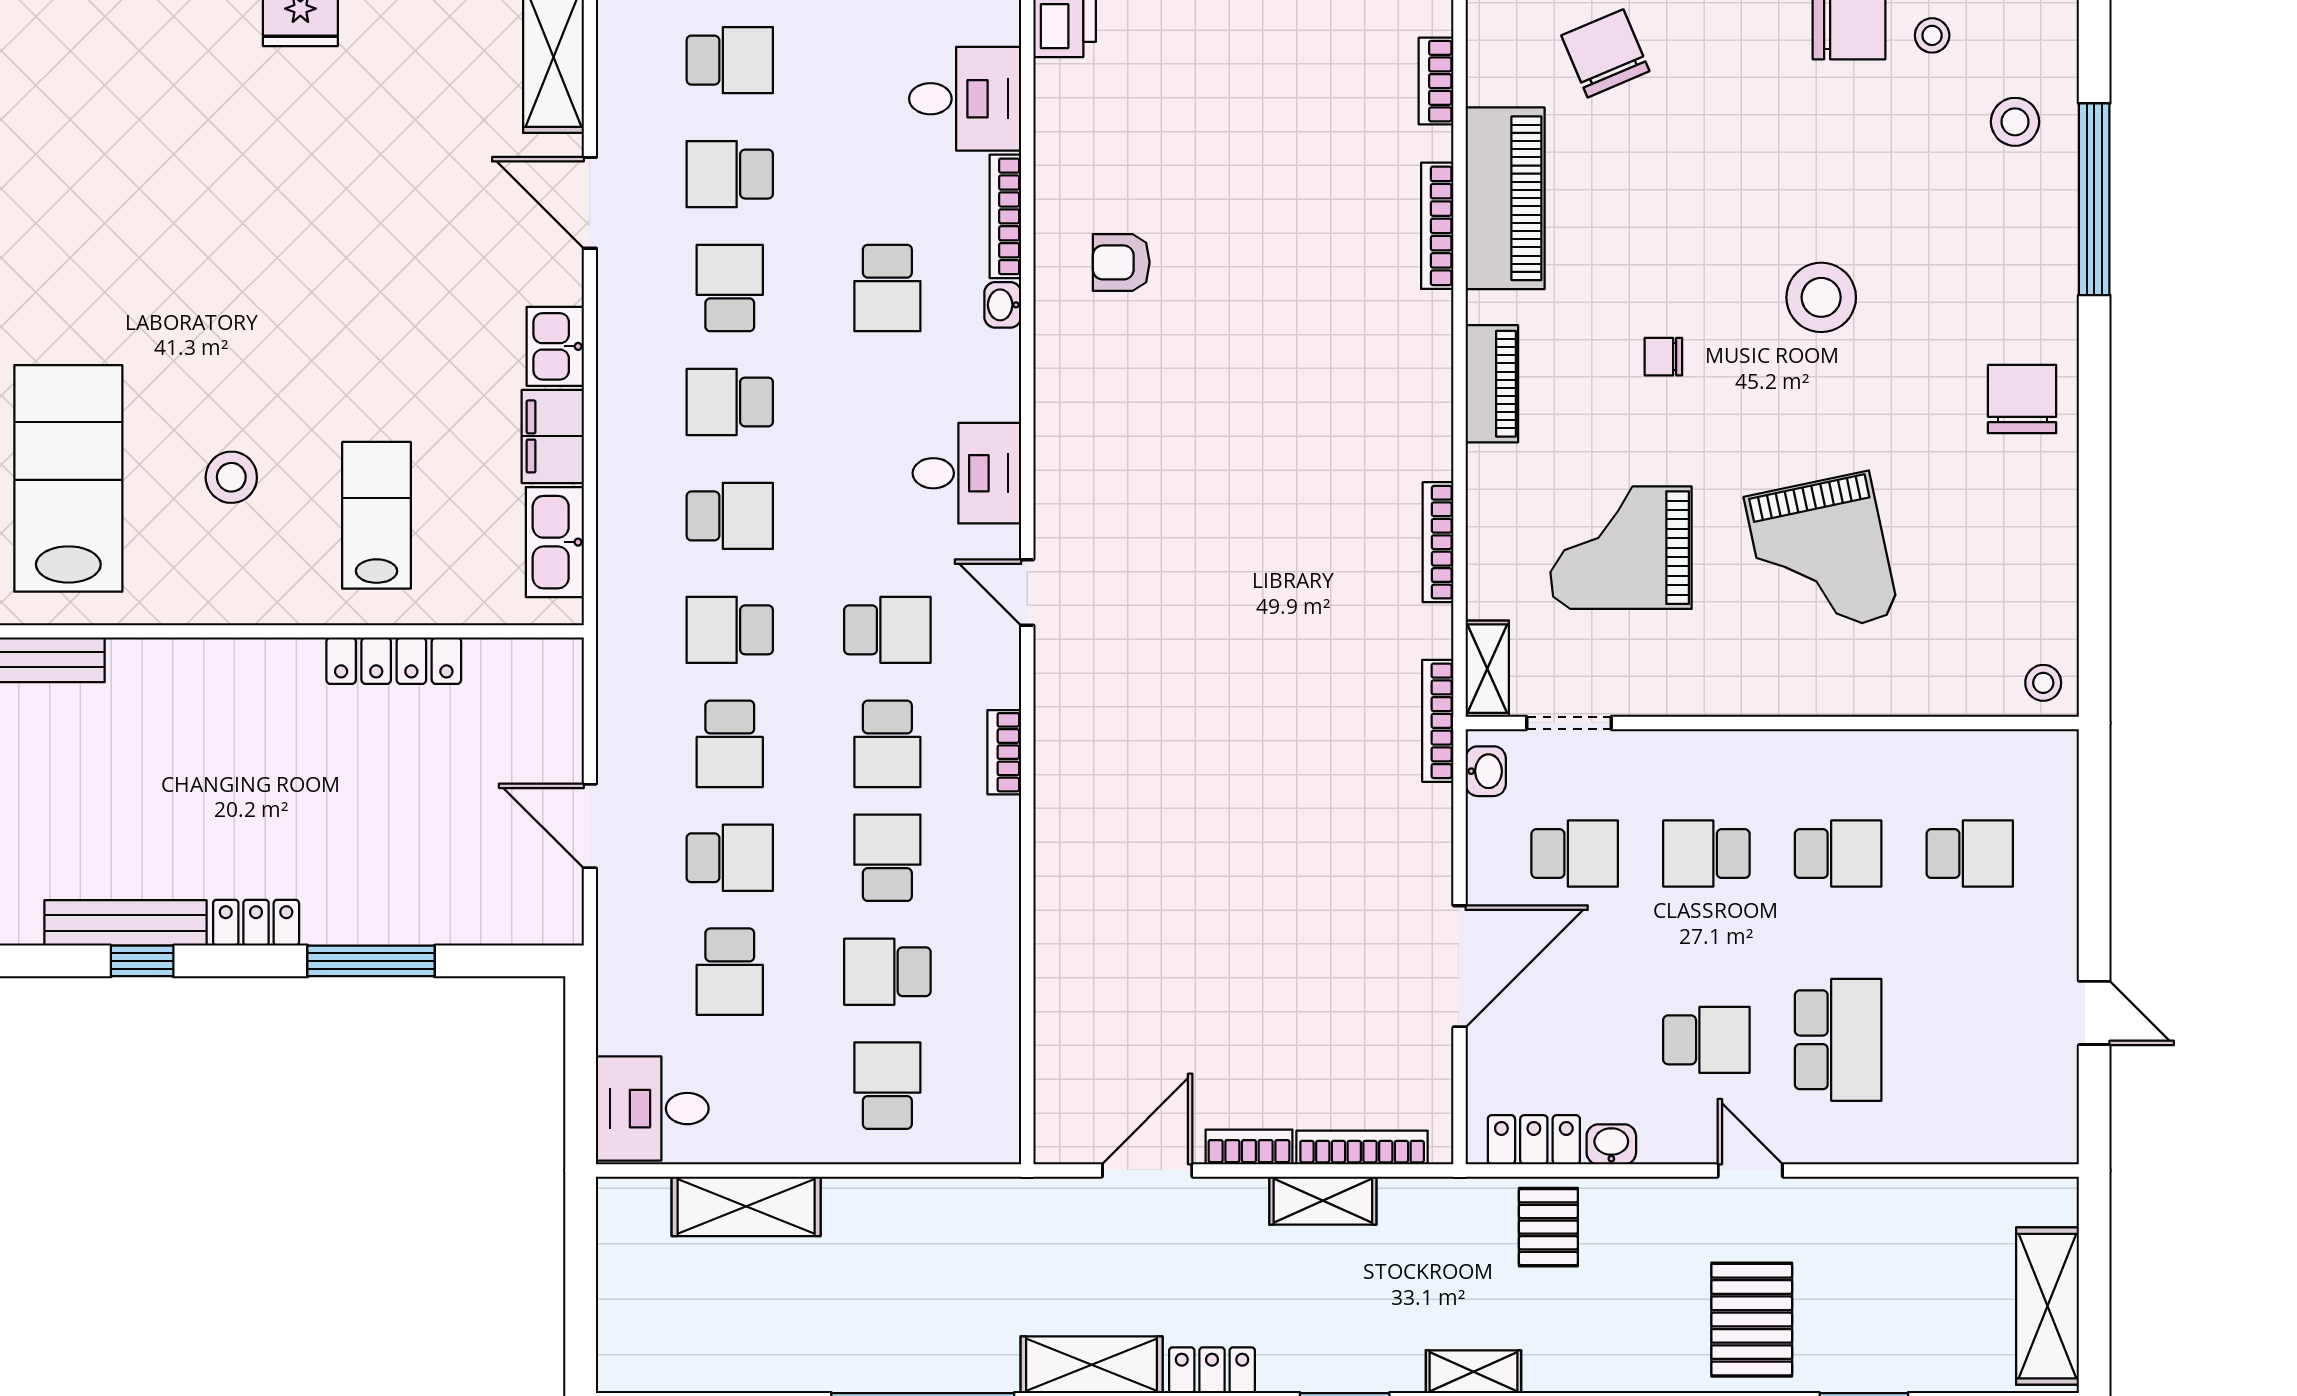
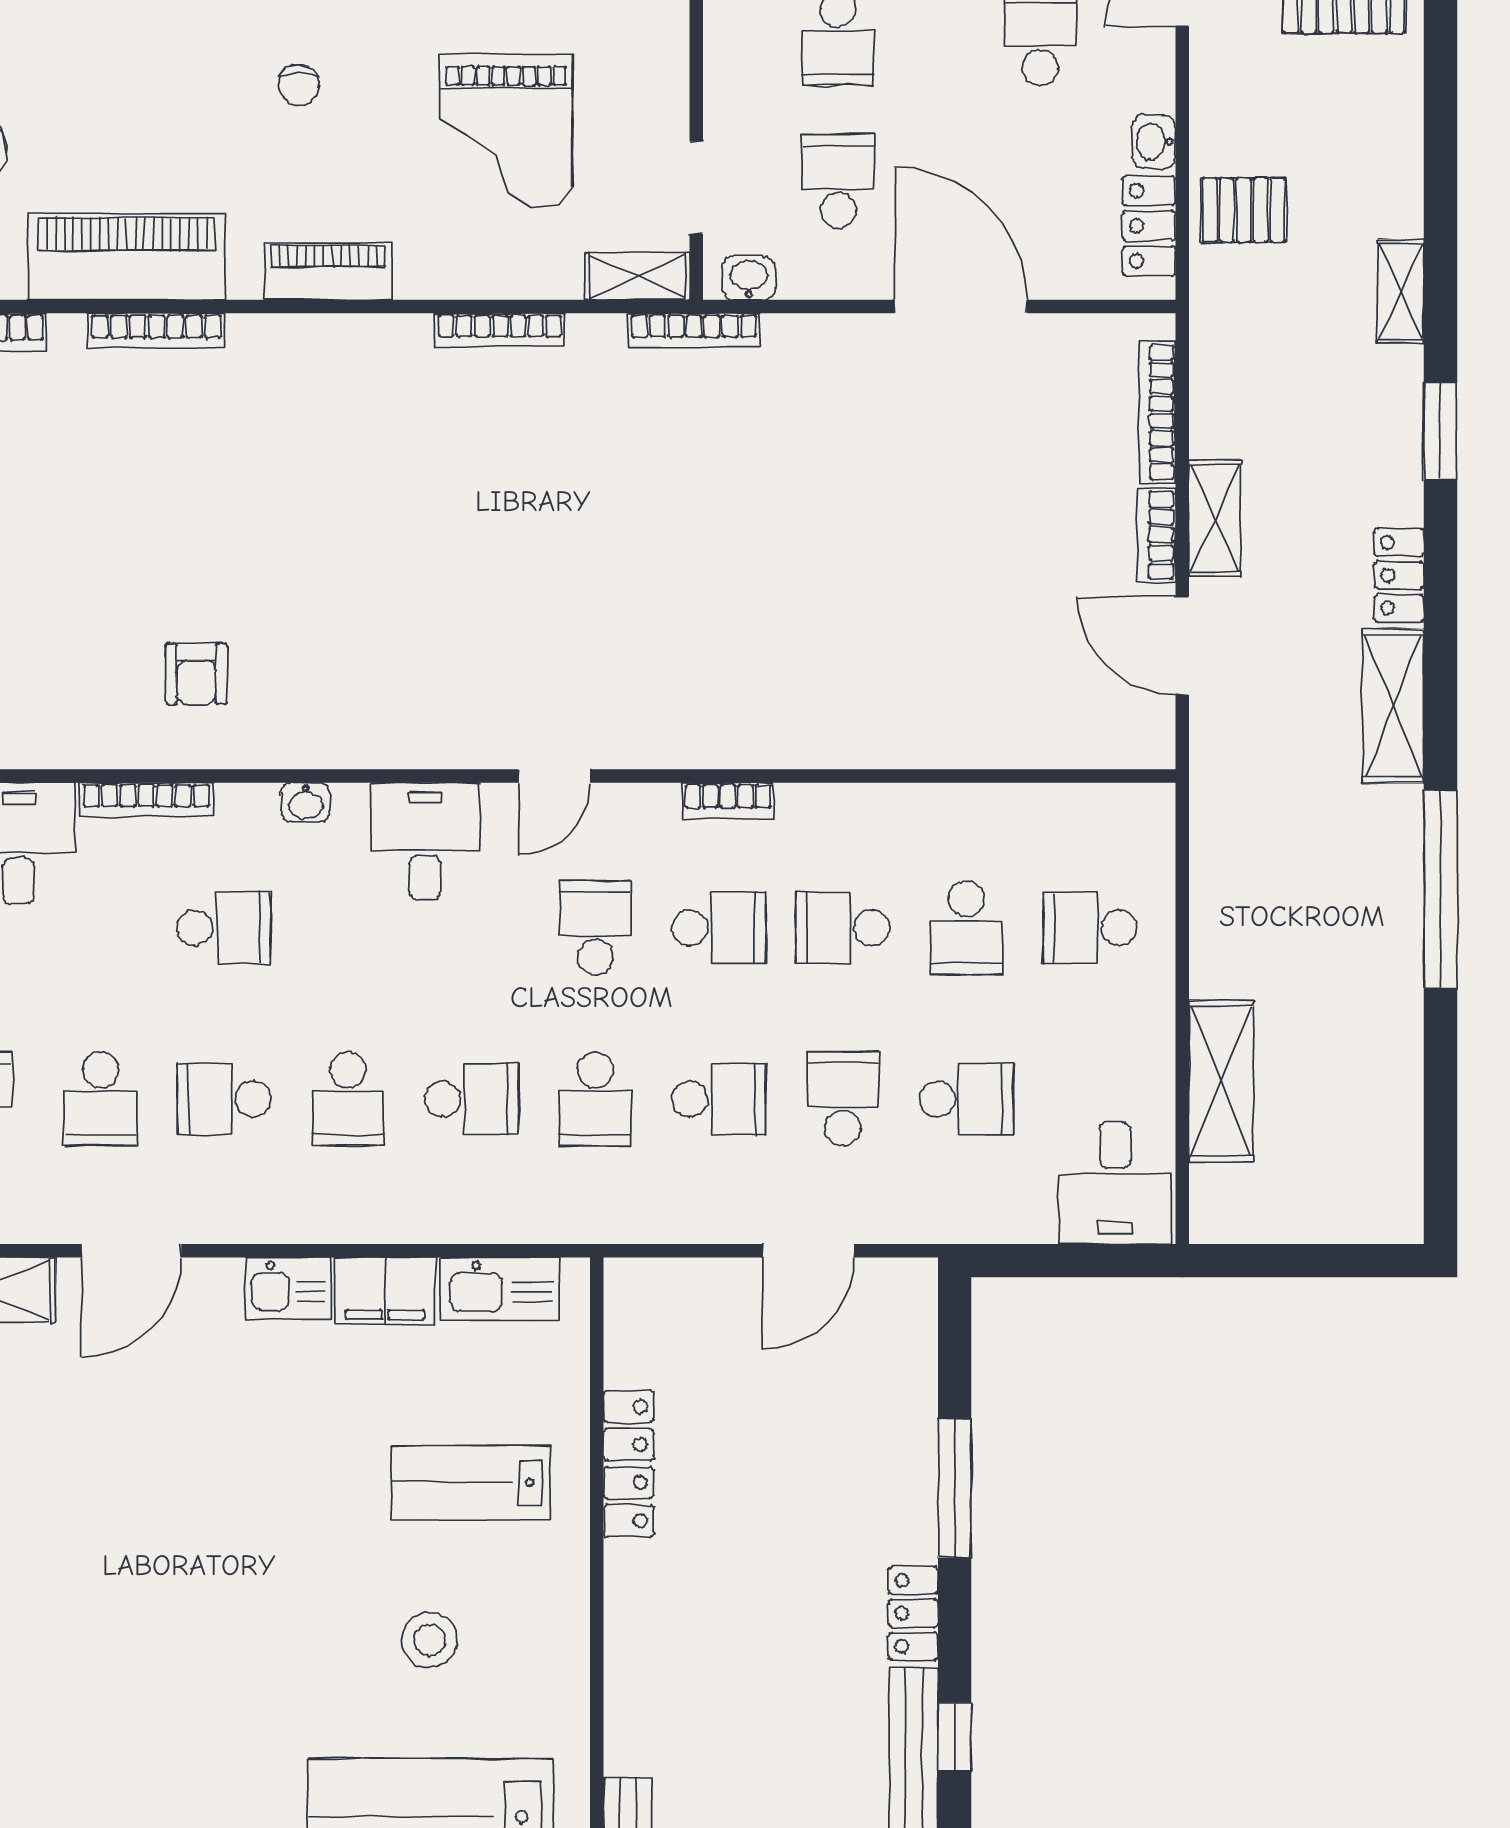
washbasin: (1003, 305) -> (306, 802), moved
school desk: (730, 516) -> (472, 1099), turned 90
shelving: (1323, 1201) -> (1215, 518), moved

